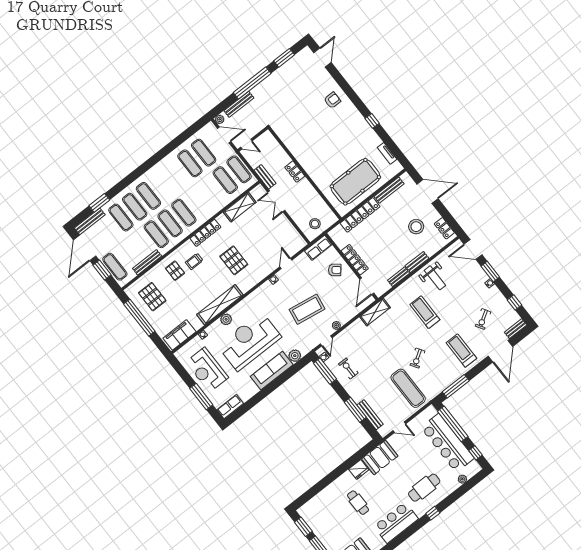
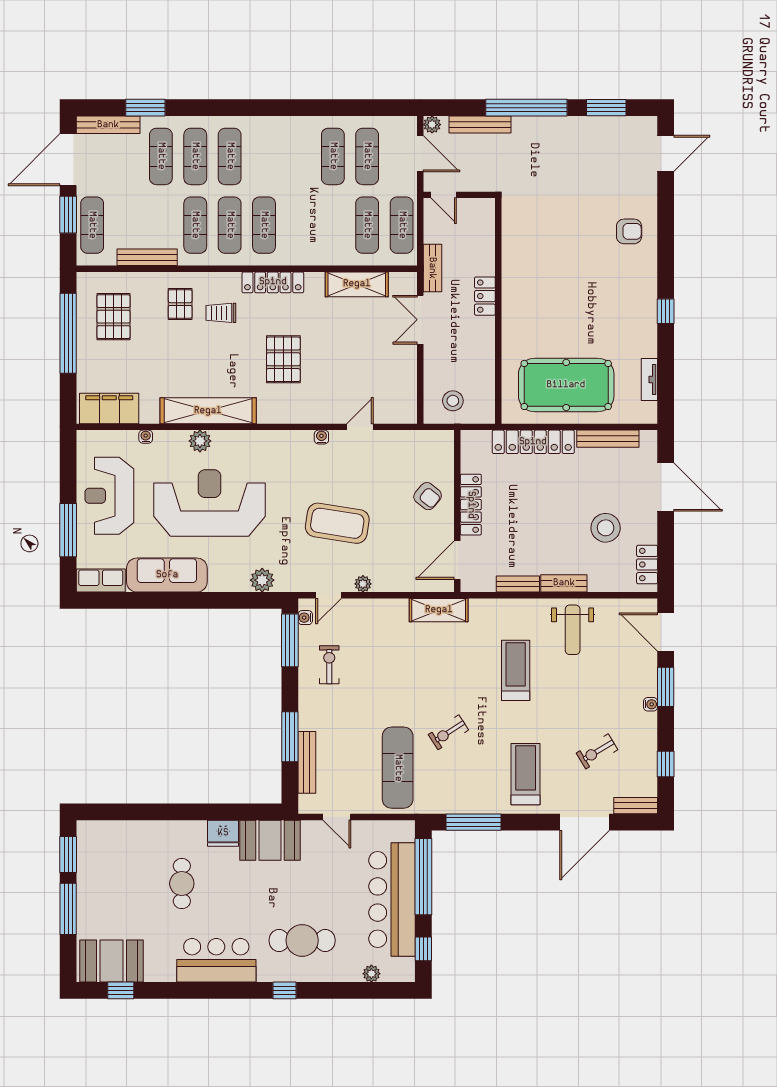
row of seats: (318, 248) -> (429, 442), removed
sofa: (272, 371) -> (167, 575), moved

